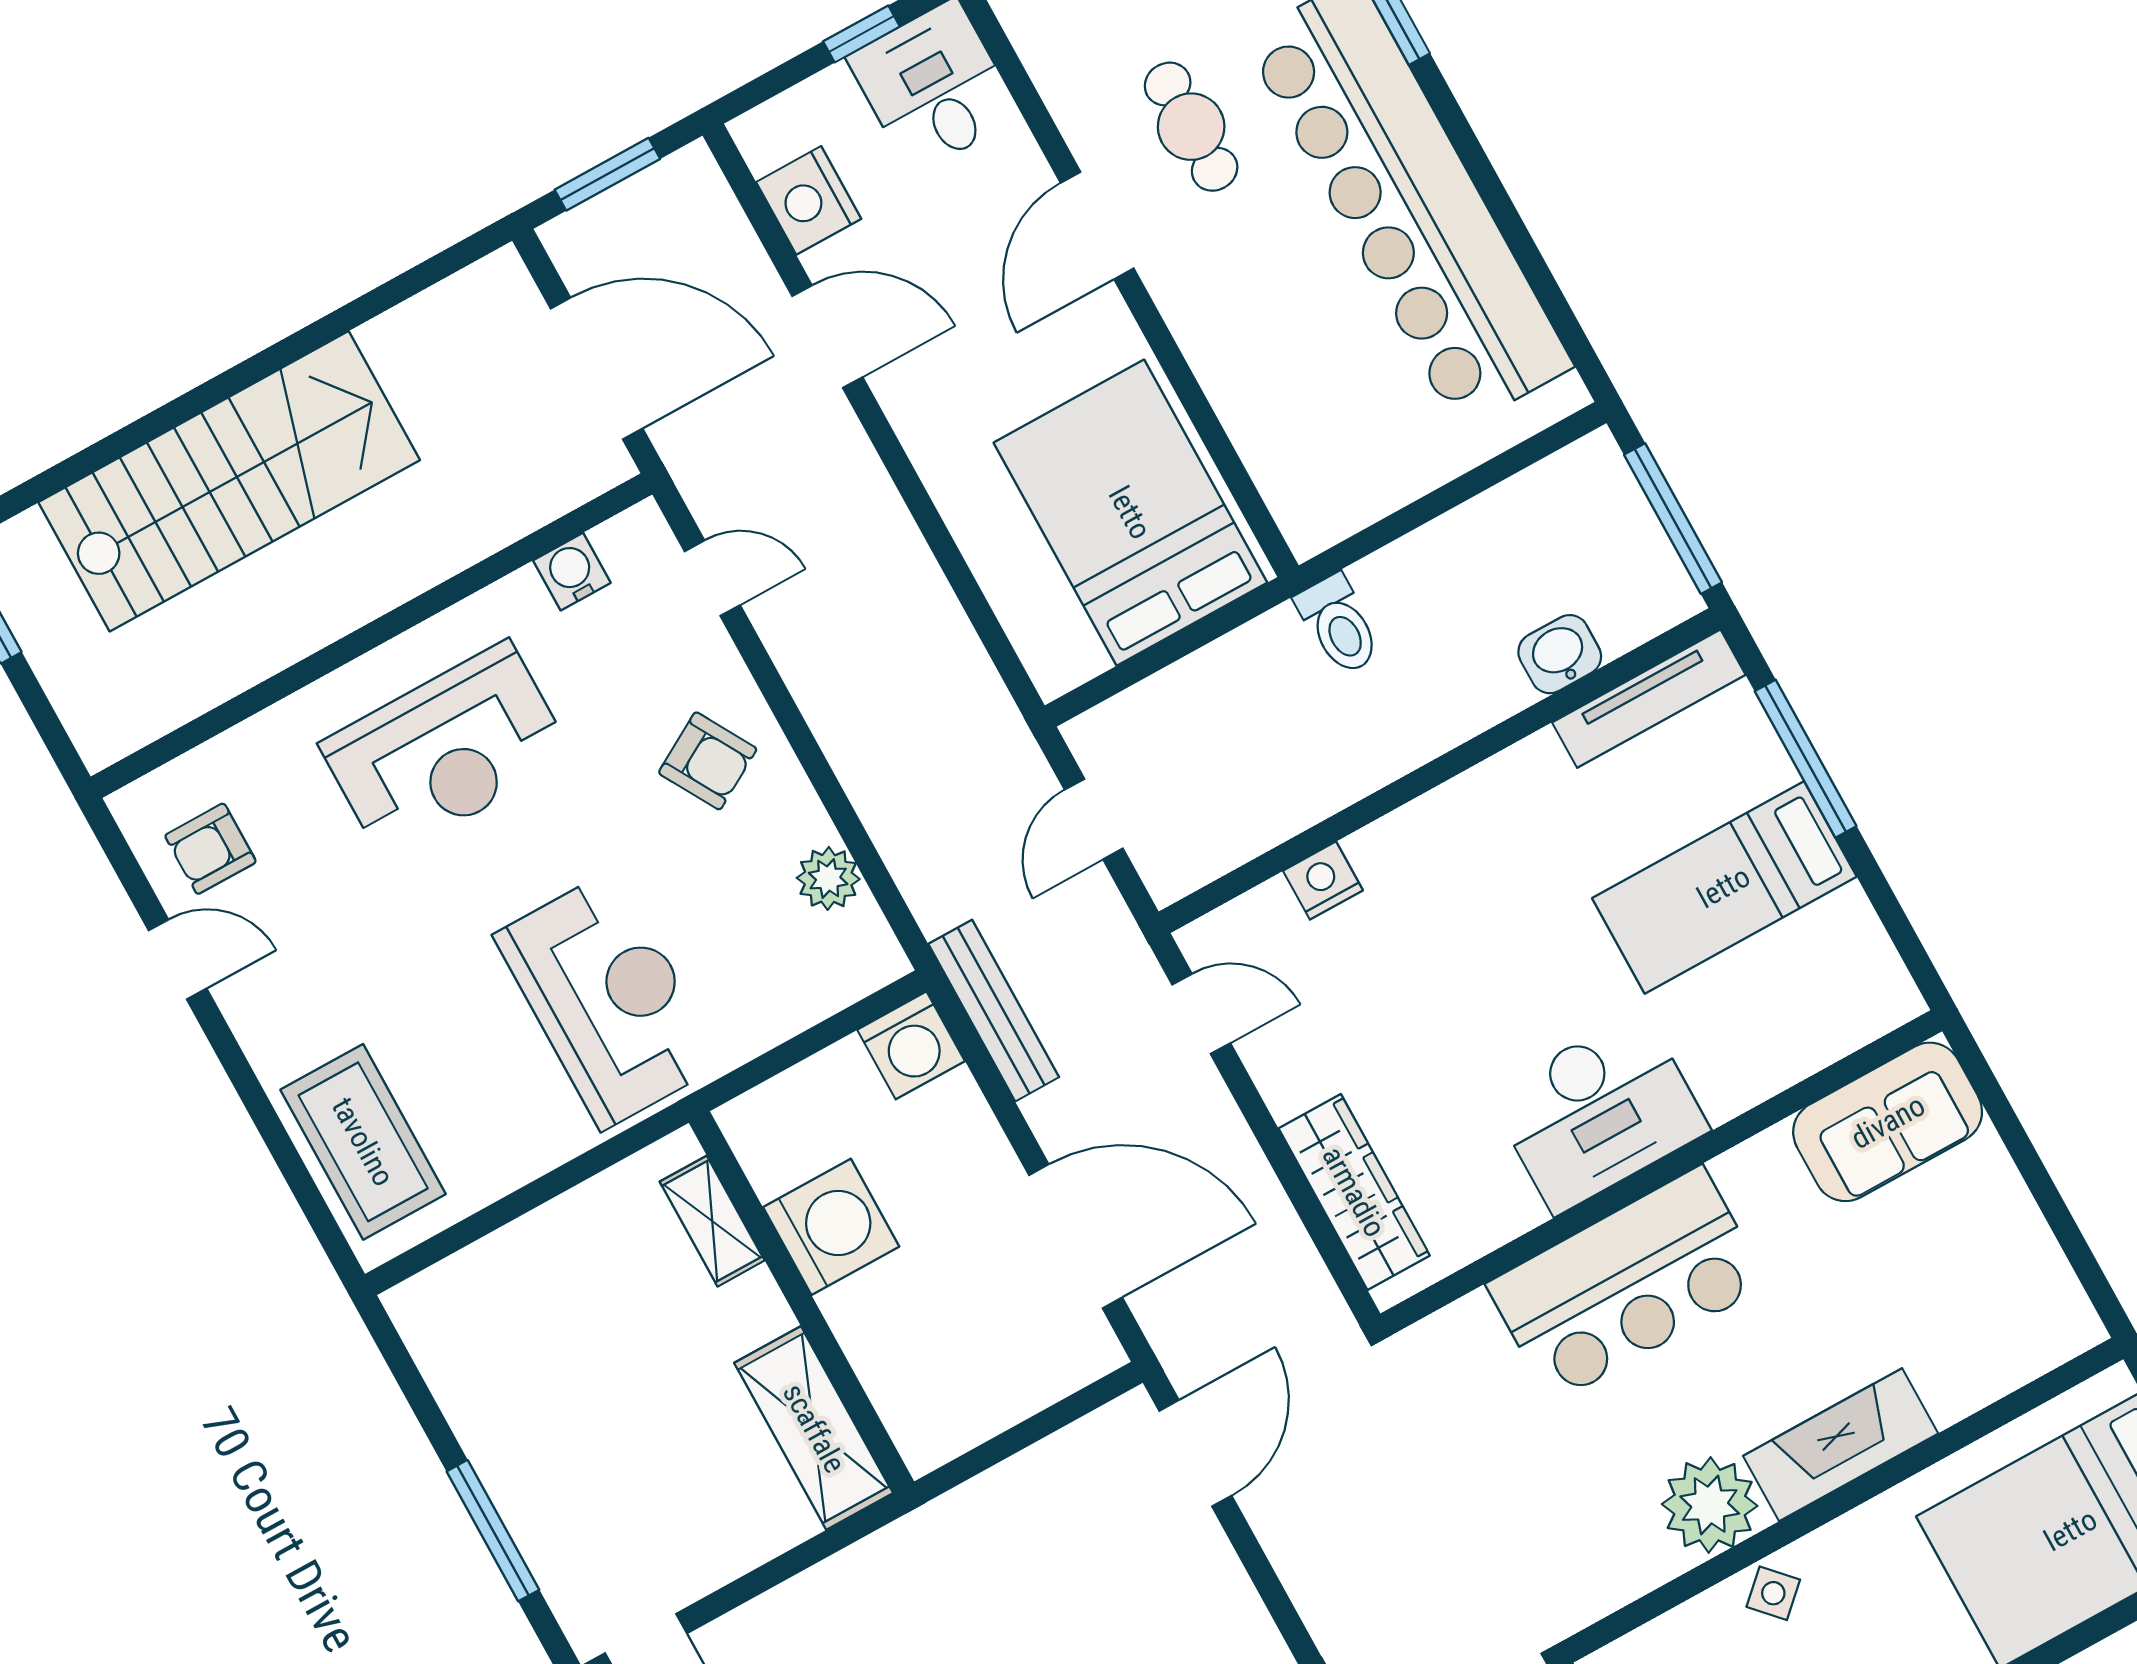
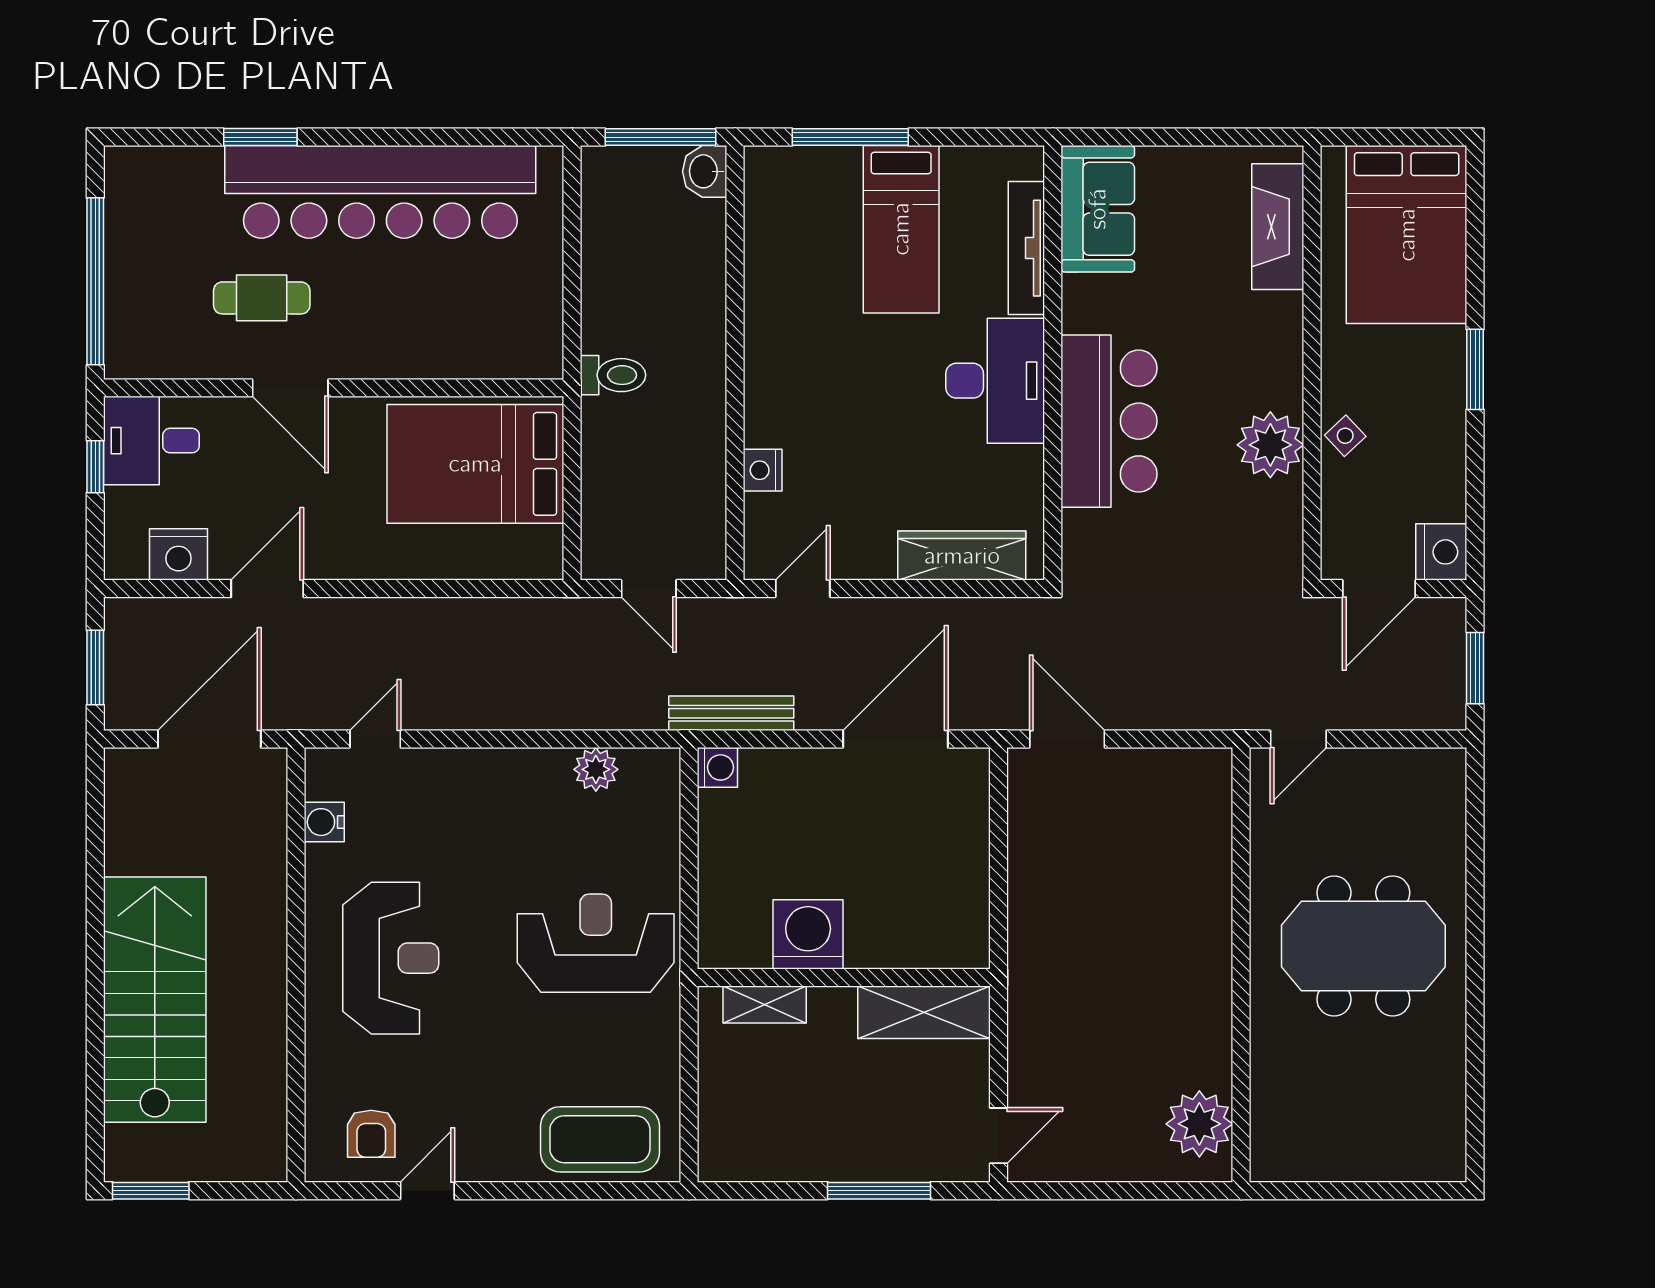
washbasin: (1560, 654) -> (705, 171), moved
tv unit: (1649, 699) -> (1026, 248), moved, turned 180
armchair: (708, 761) -> (484, 803), removed
washing machine: (911, 1045) -> (717, 767), width x0.73, depth x0.73
shelving: (712, 1221) -> (765, 1004), moved
washing machine: (831, 1227) -> (808, 934), moved
wall: (801, 1302) -> (844, 977), moved
shelving: (814, 1428) -> (924, 1012), moved
fireplace: (1841, 1445) -> (1278, 227), moved

